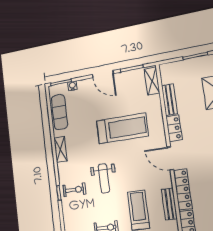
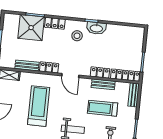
door: (170, 158) -> (70, 75), hinge flipped
locker: (183, 189) -> (100, 73), width x0.66

